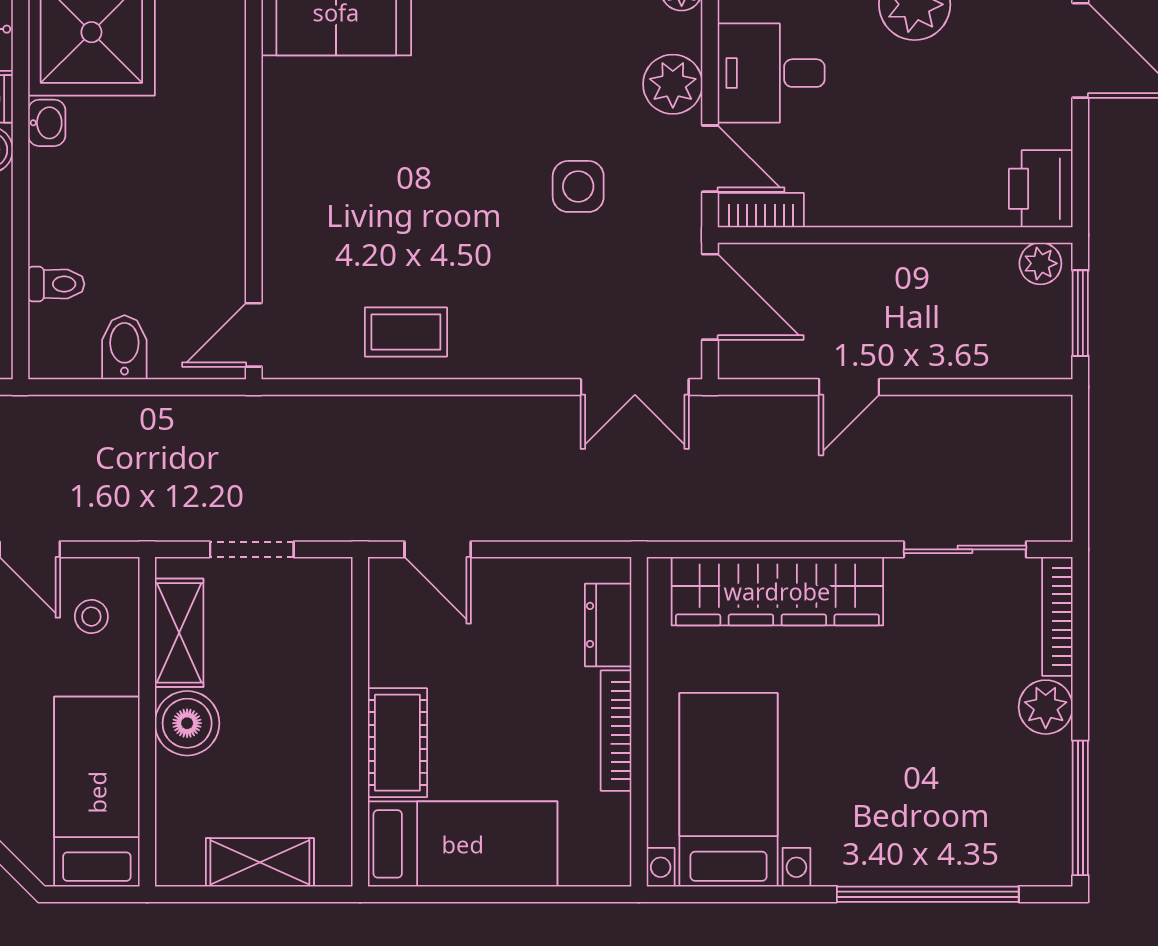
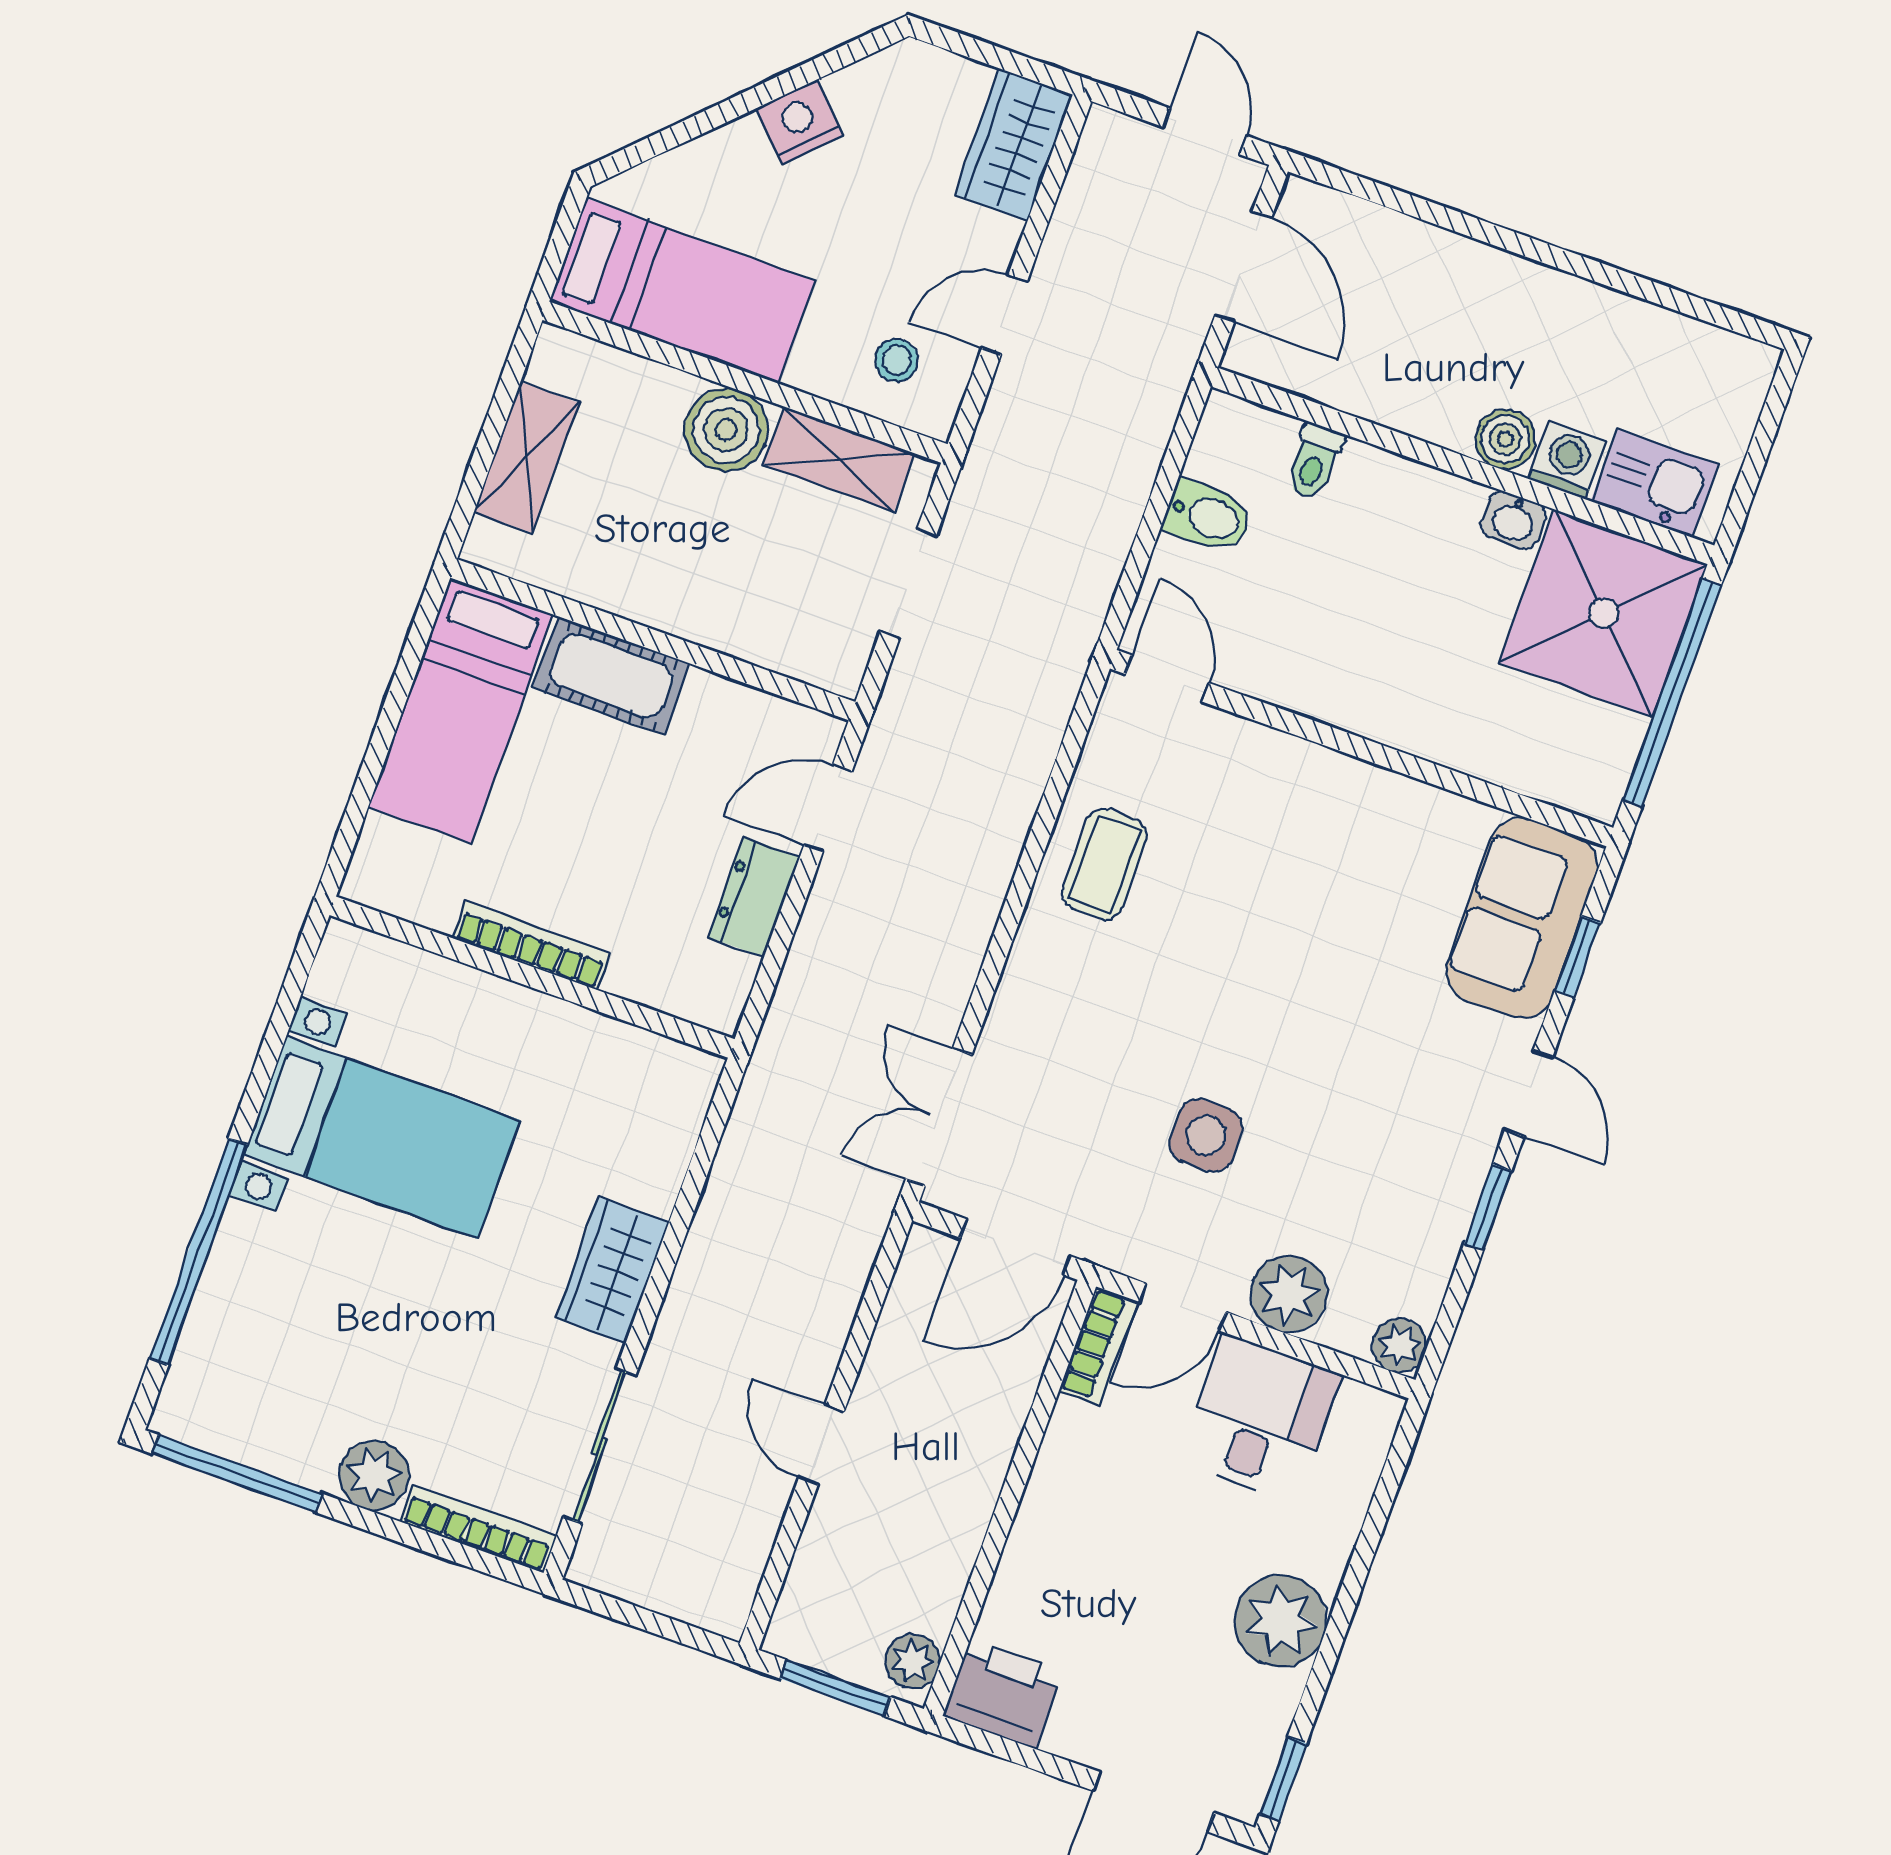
door: (849, 387) -> (822, 1445), moved
wardrobe: (777, 591) -> (612, 1270), width x0.48, depth x0.85
dresser: (608, 625) -> (754, 897), moved, turned -90
bed with nightstands: (729, 790) -> (382, 1138), moved

